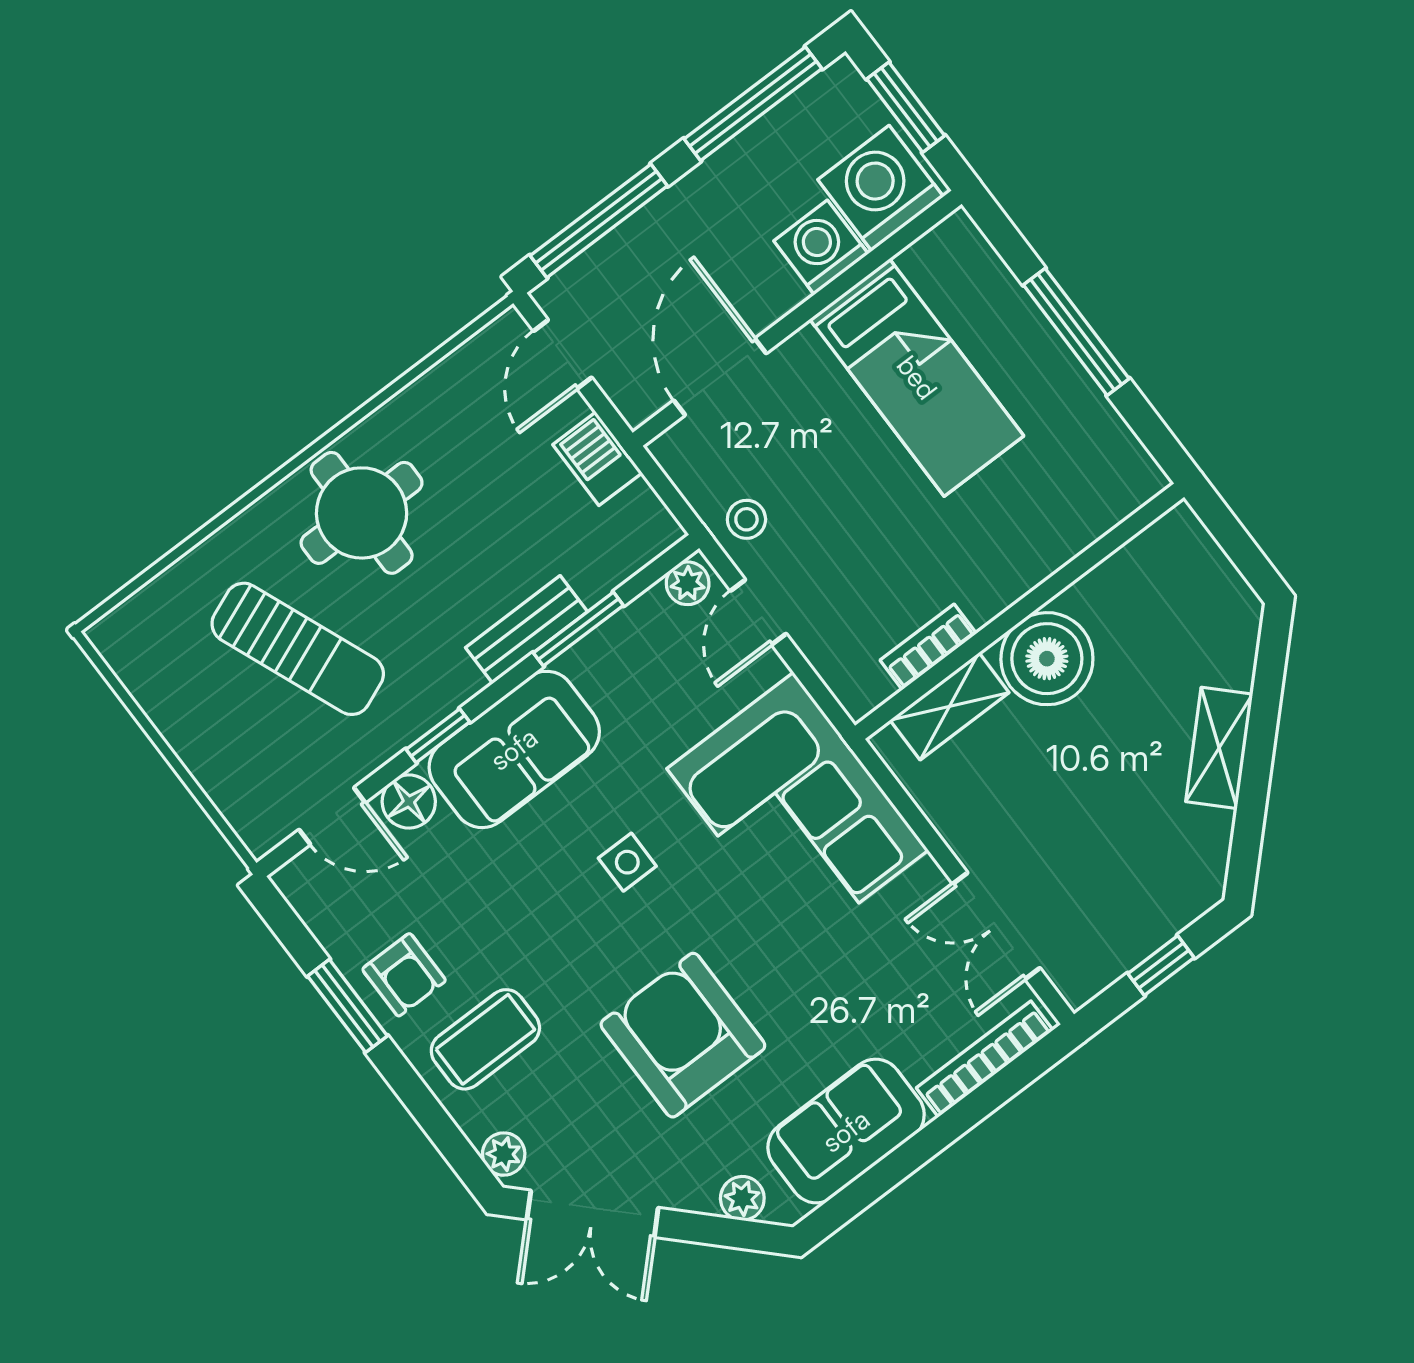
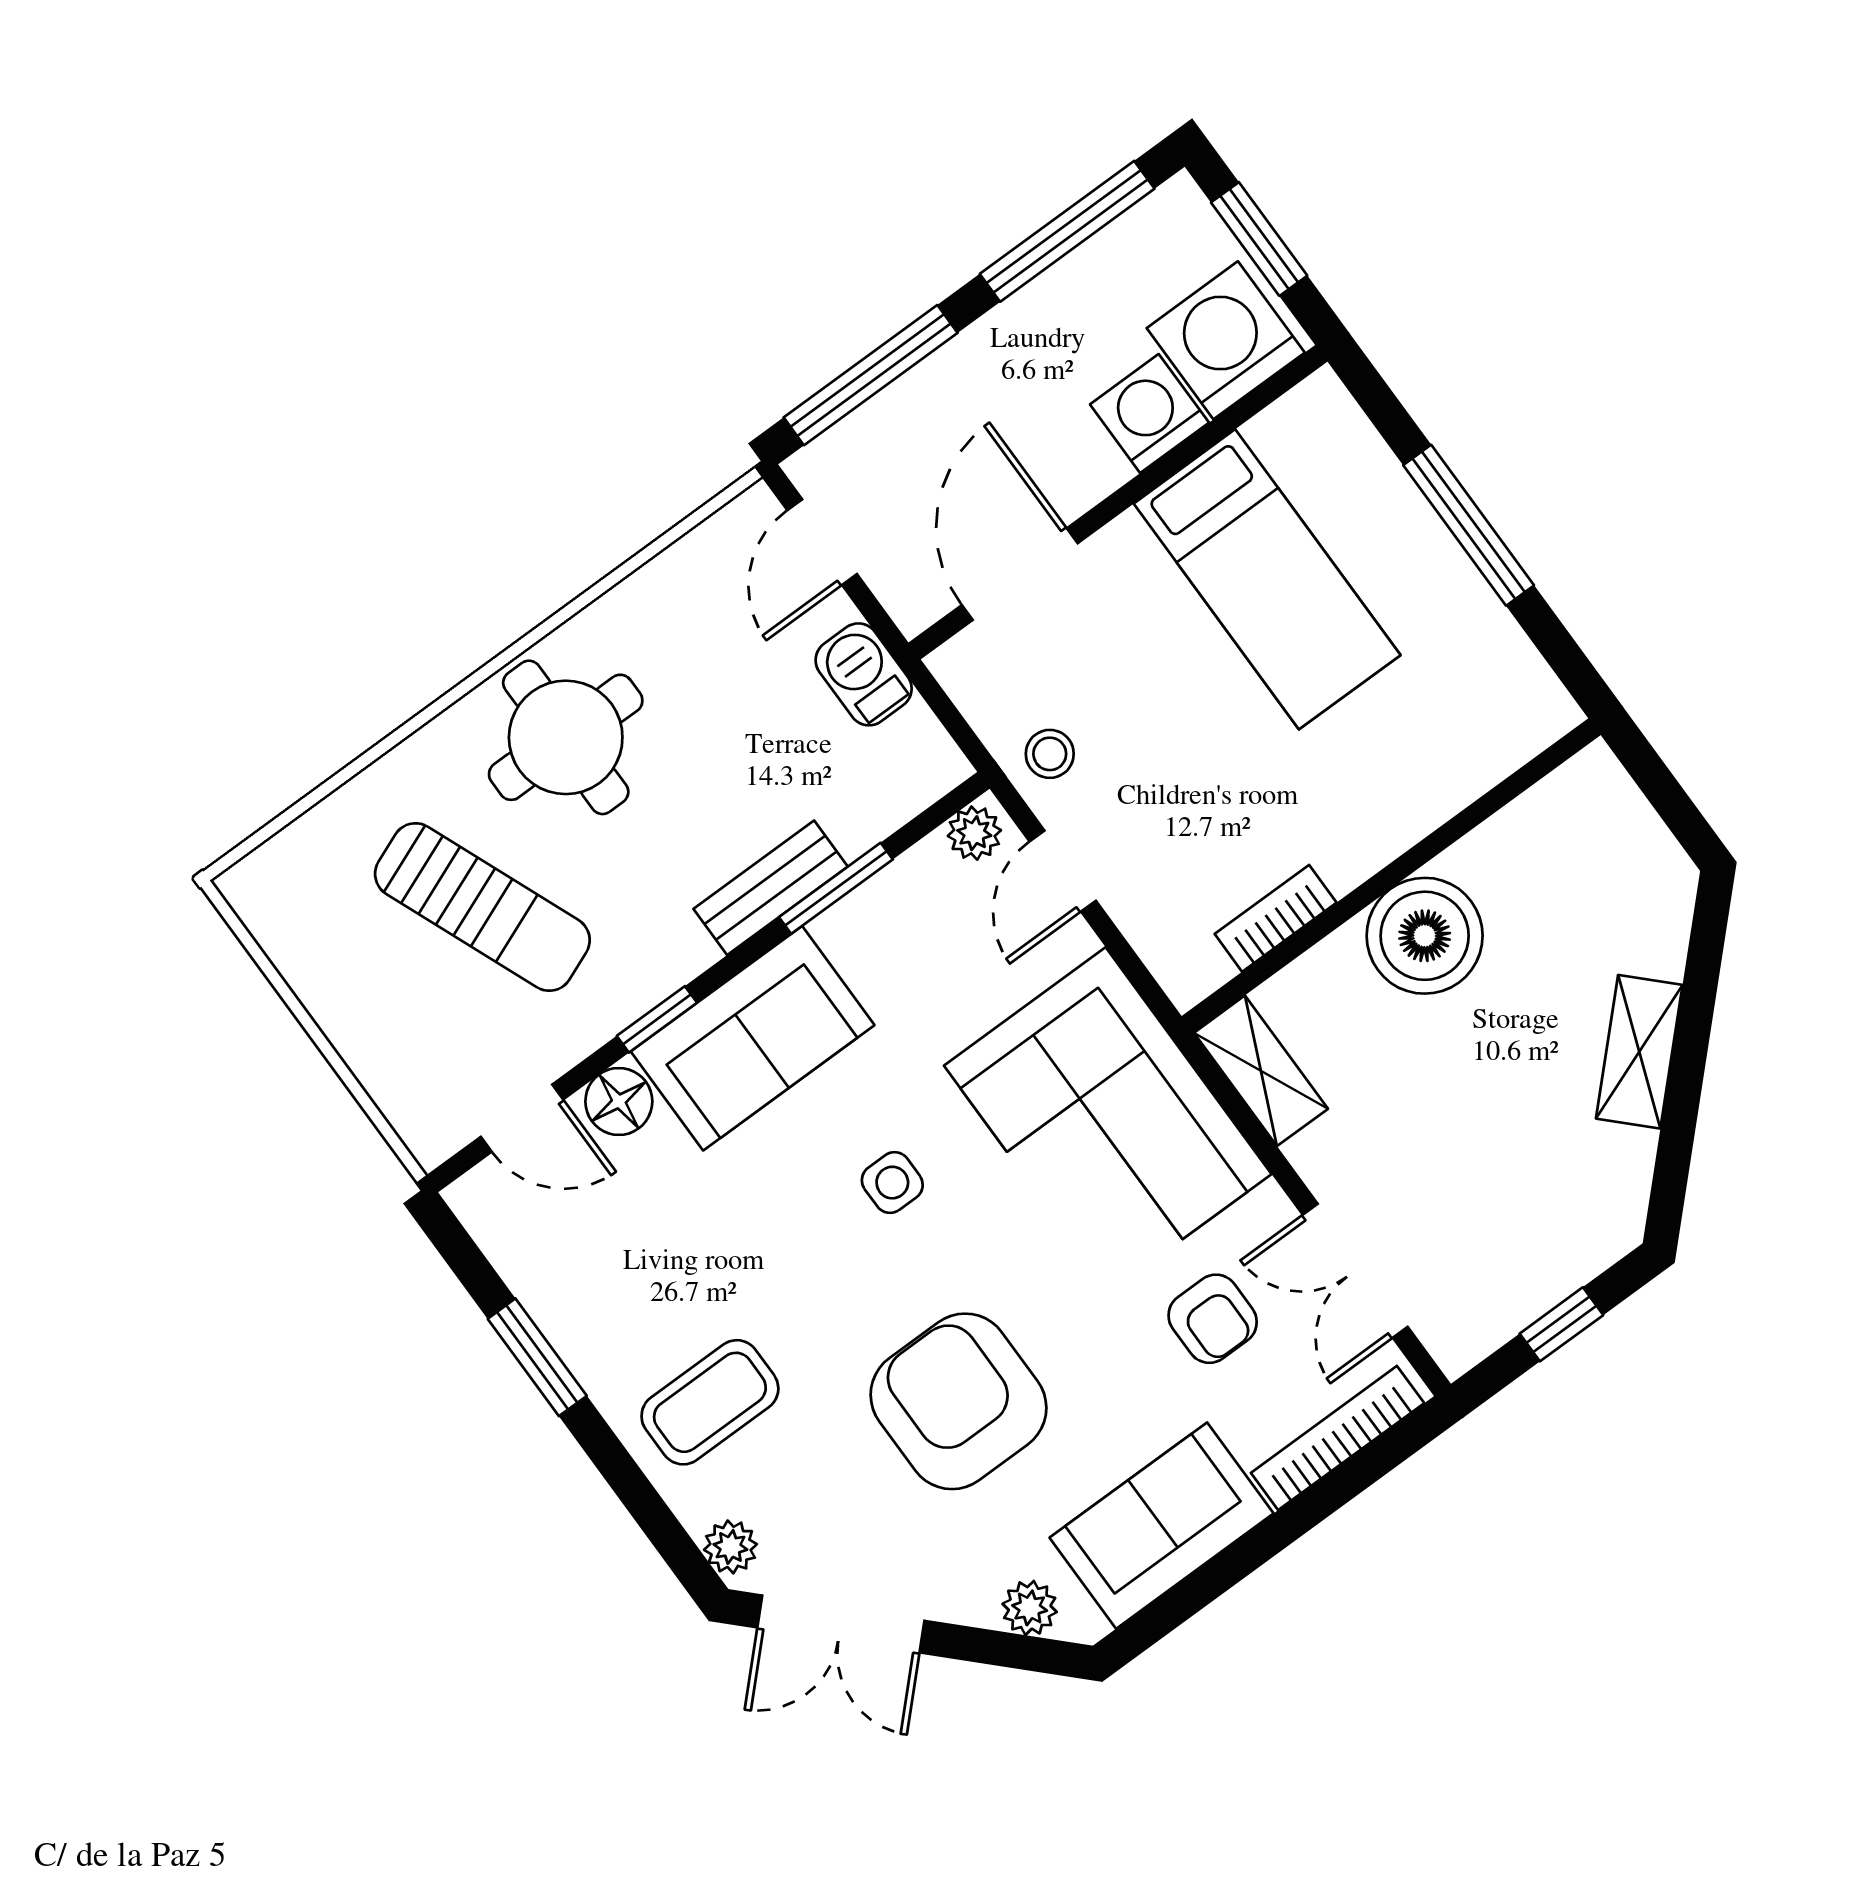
shelving: (950, 706) -> (1261, 1071), moved, turned 90
armchair: (404, 975) -> (1213, 1319), moved

